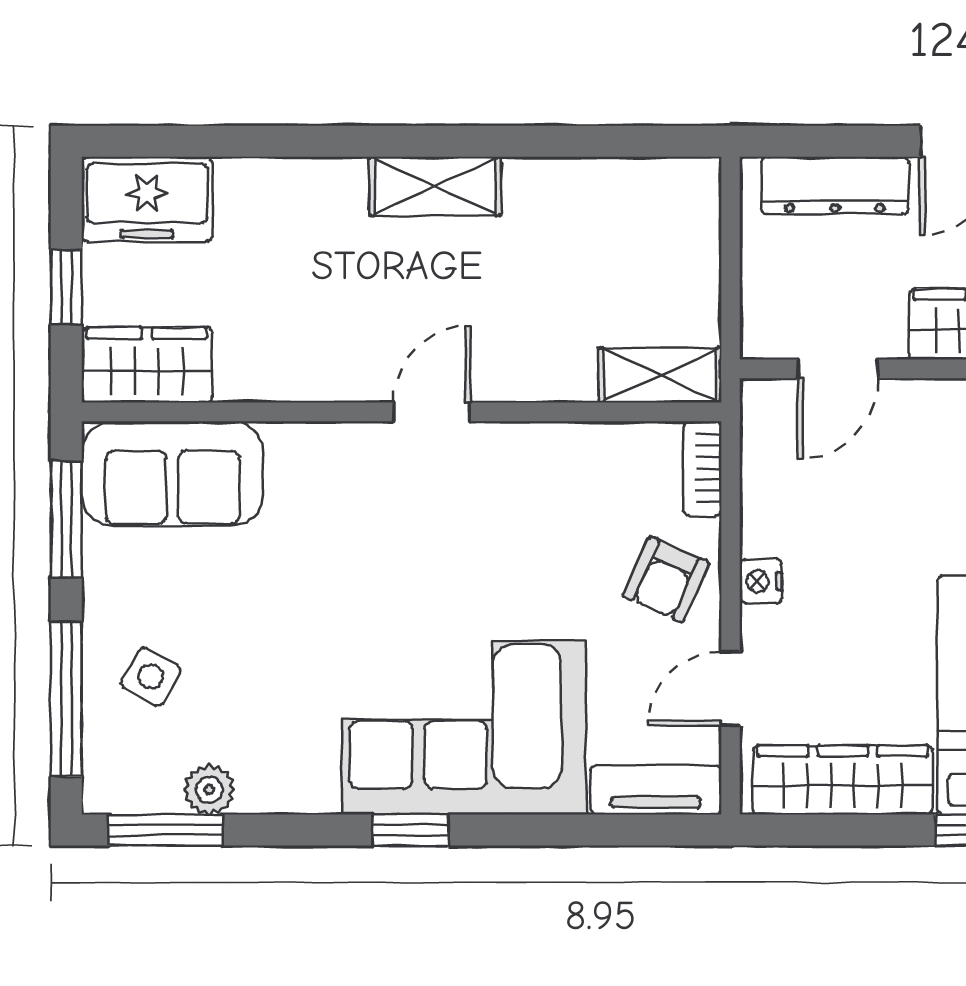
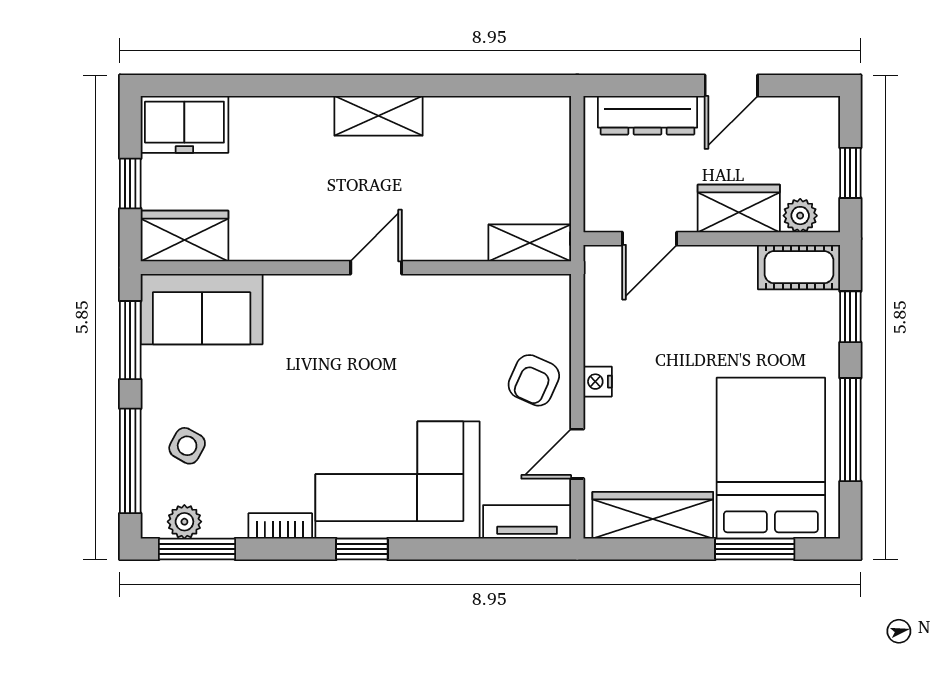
bookcase: (702, 468) -> (280, 526), moved, turned 90
plant: (209, 790) -> (184, 522), moved

